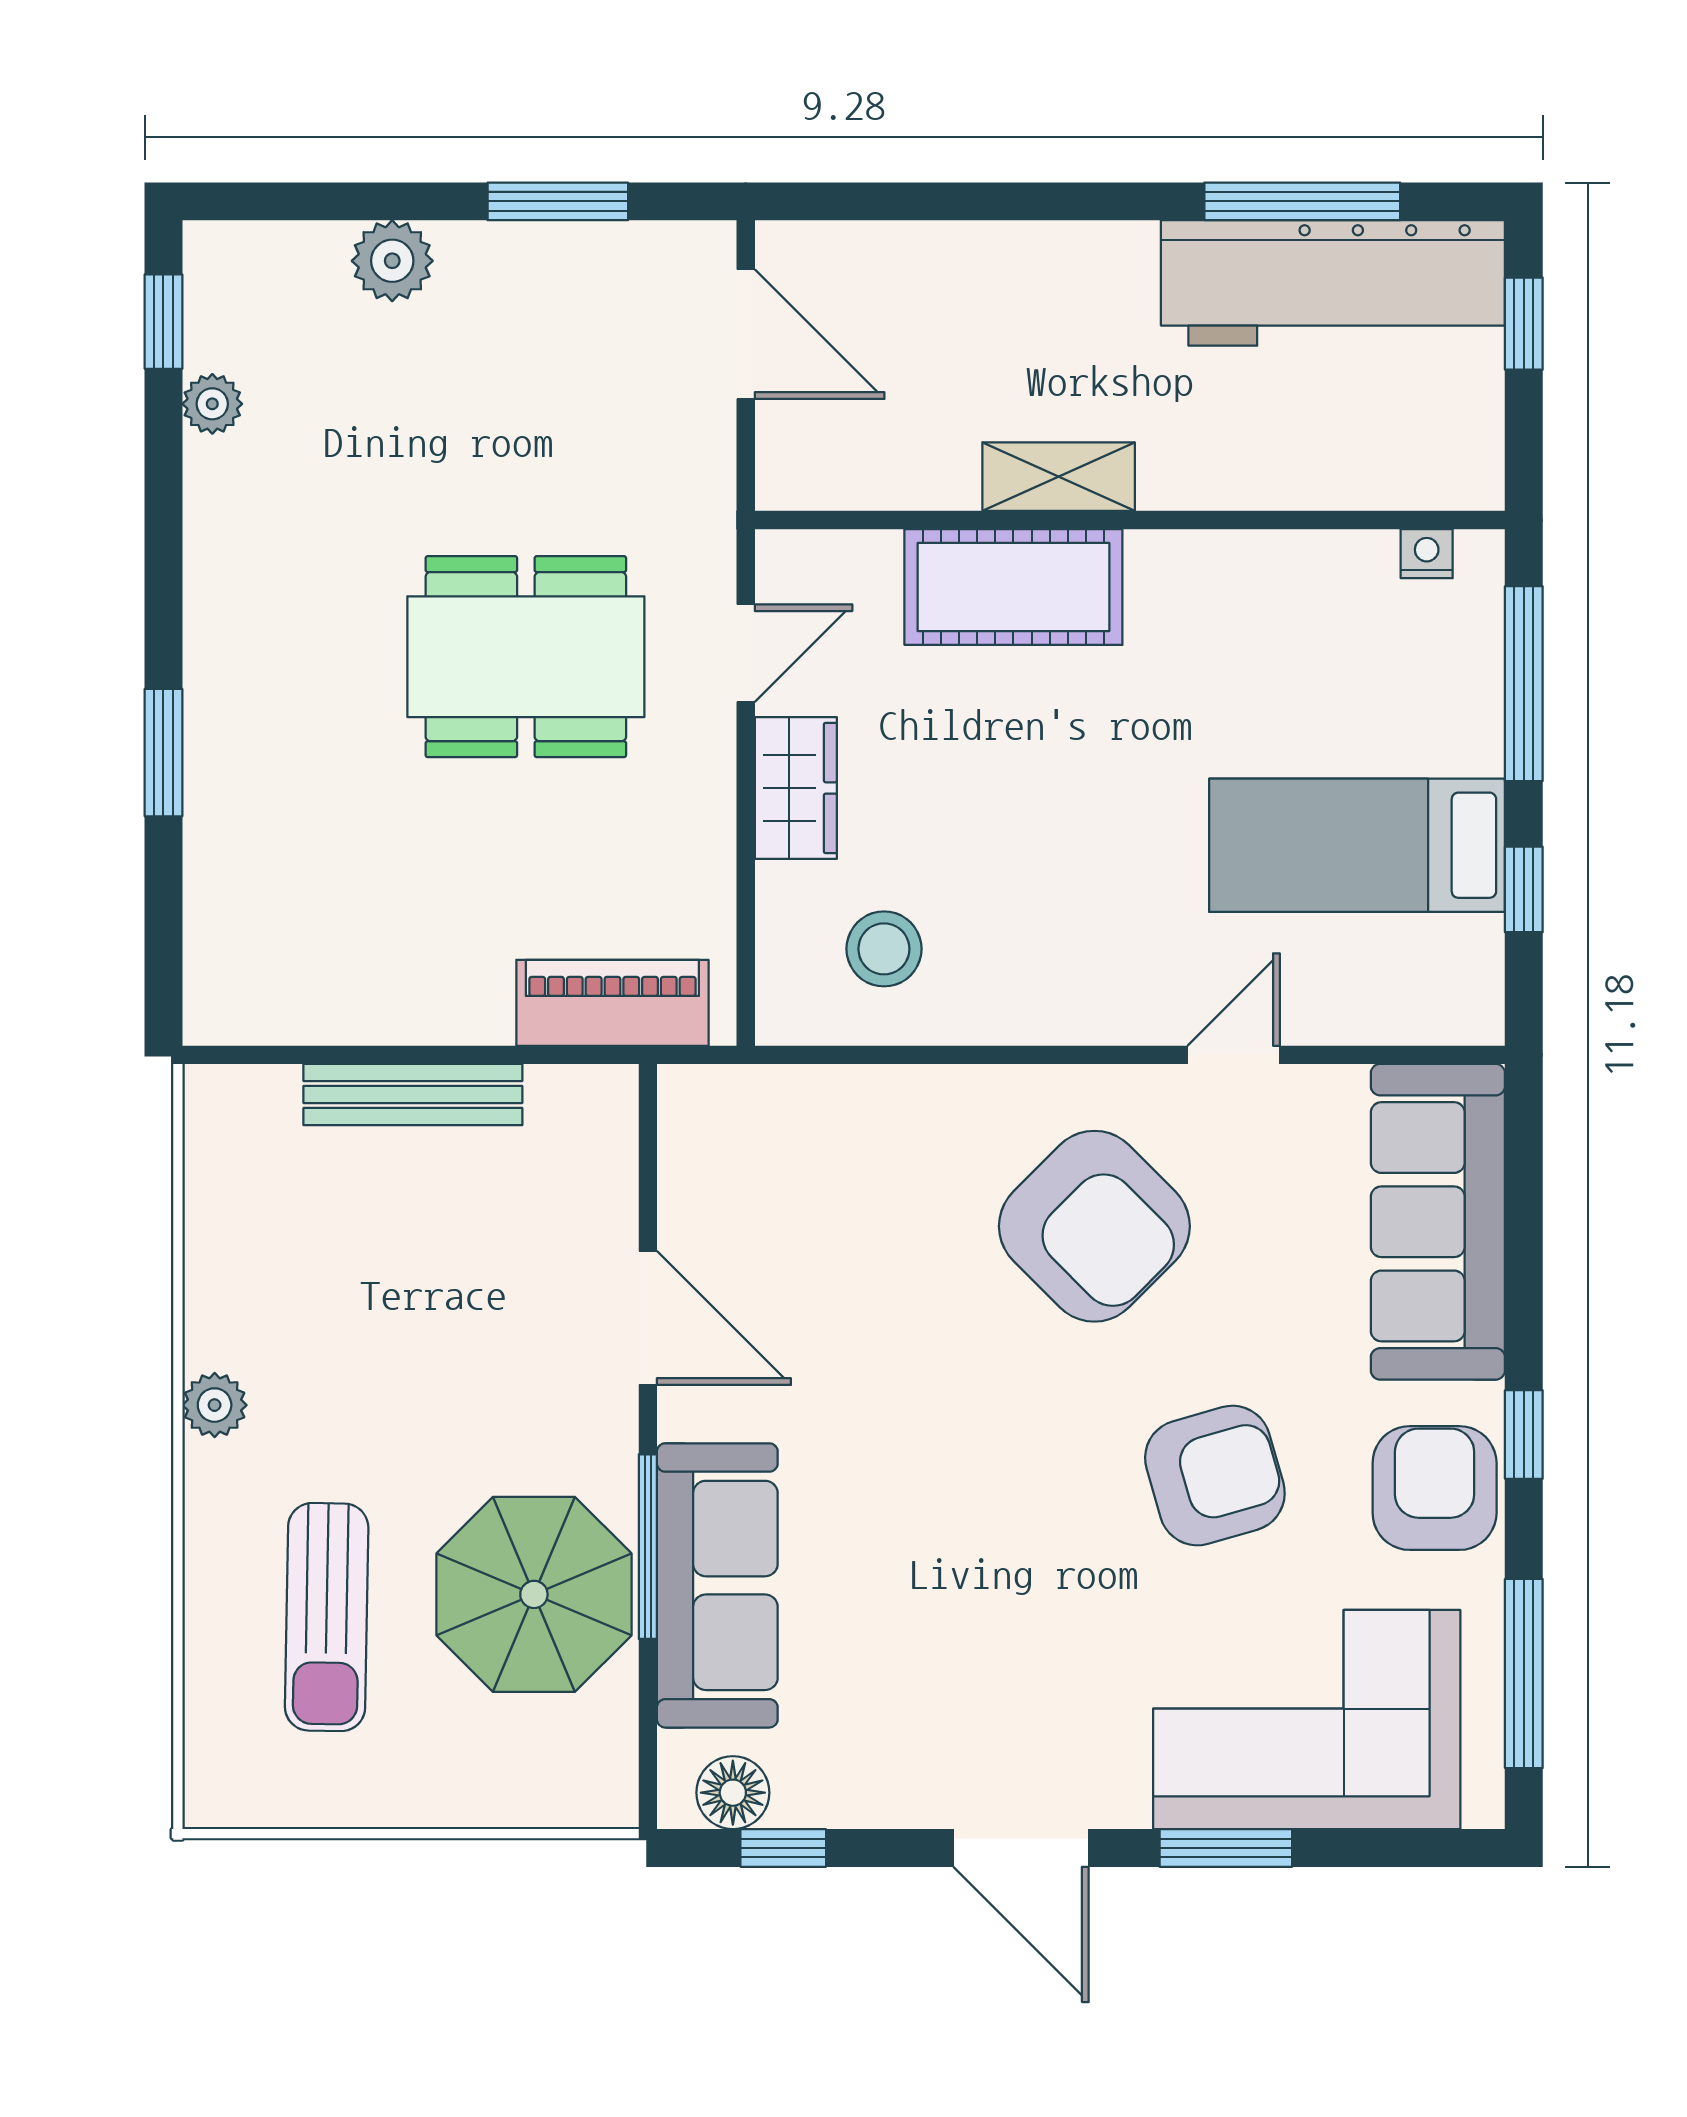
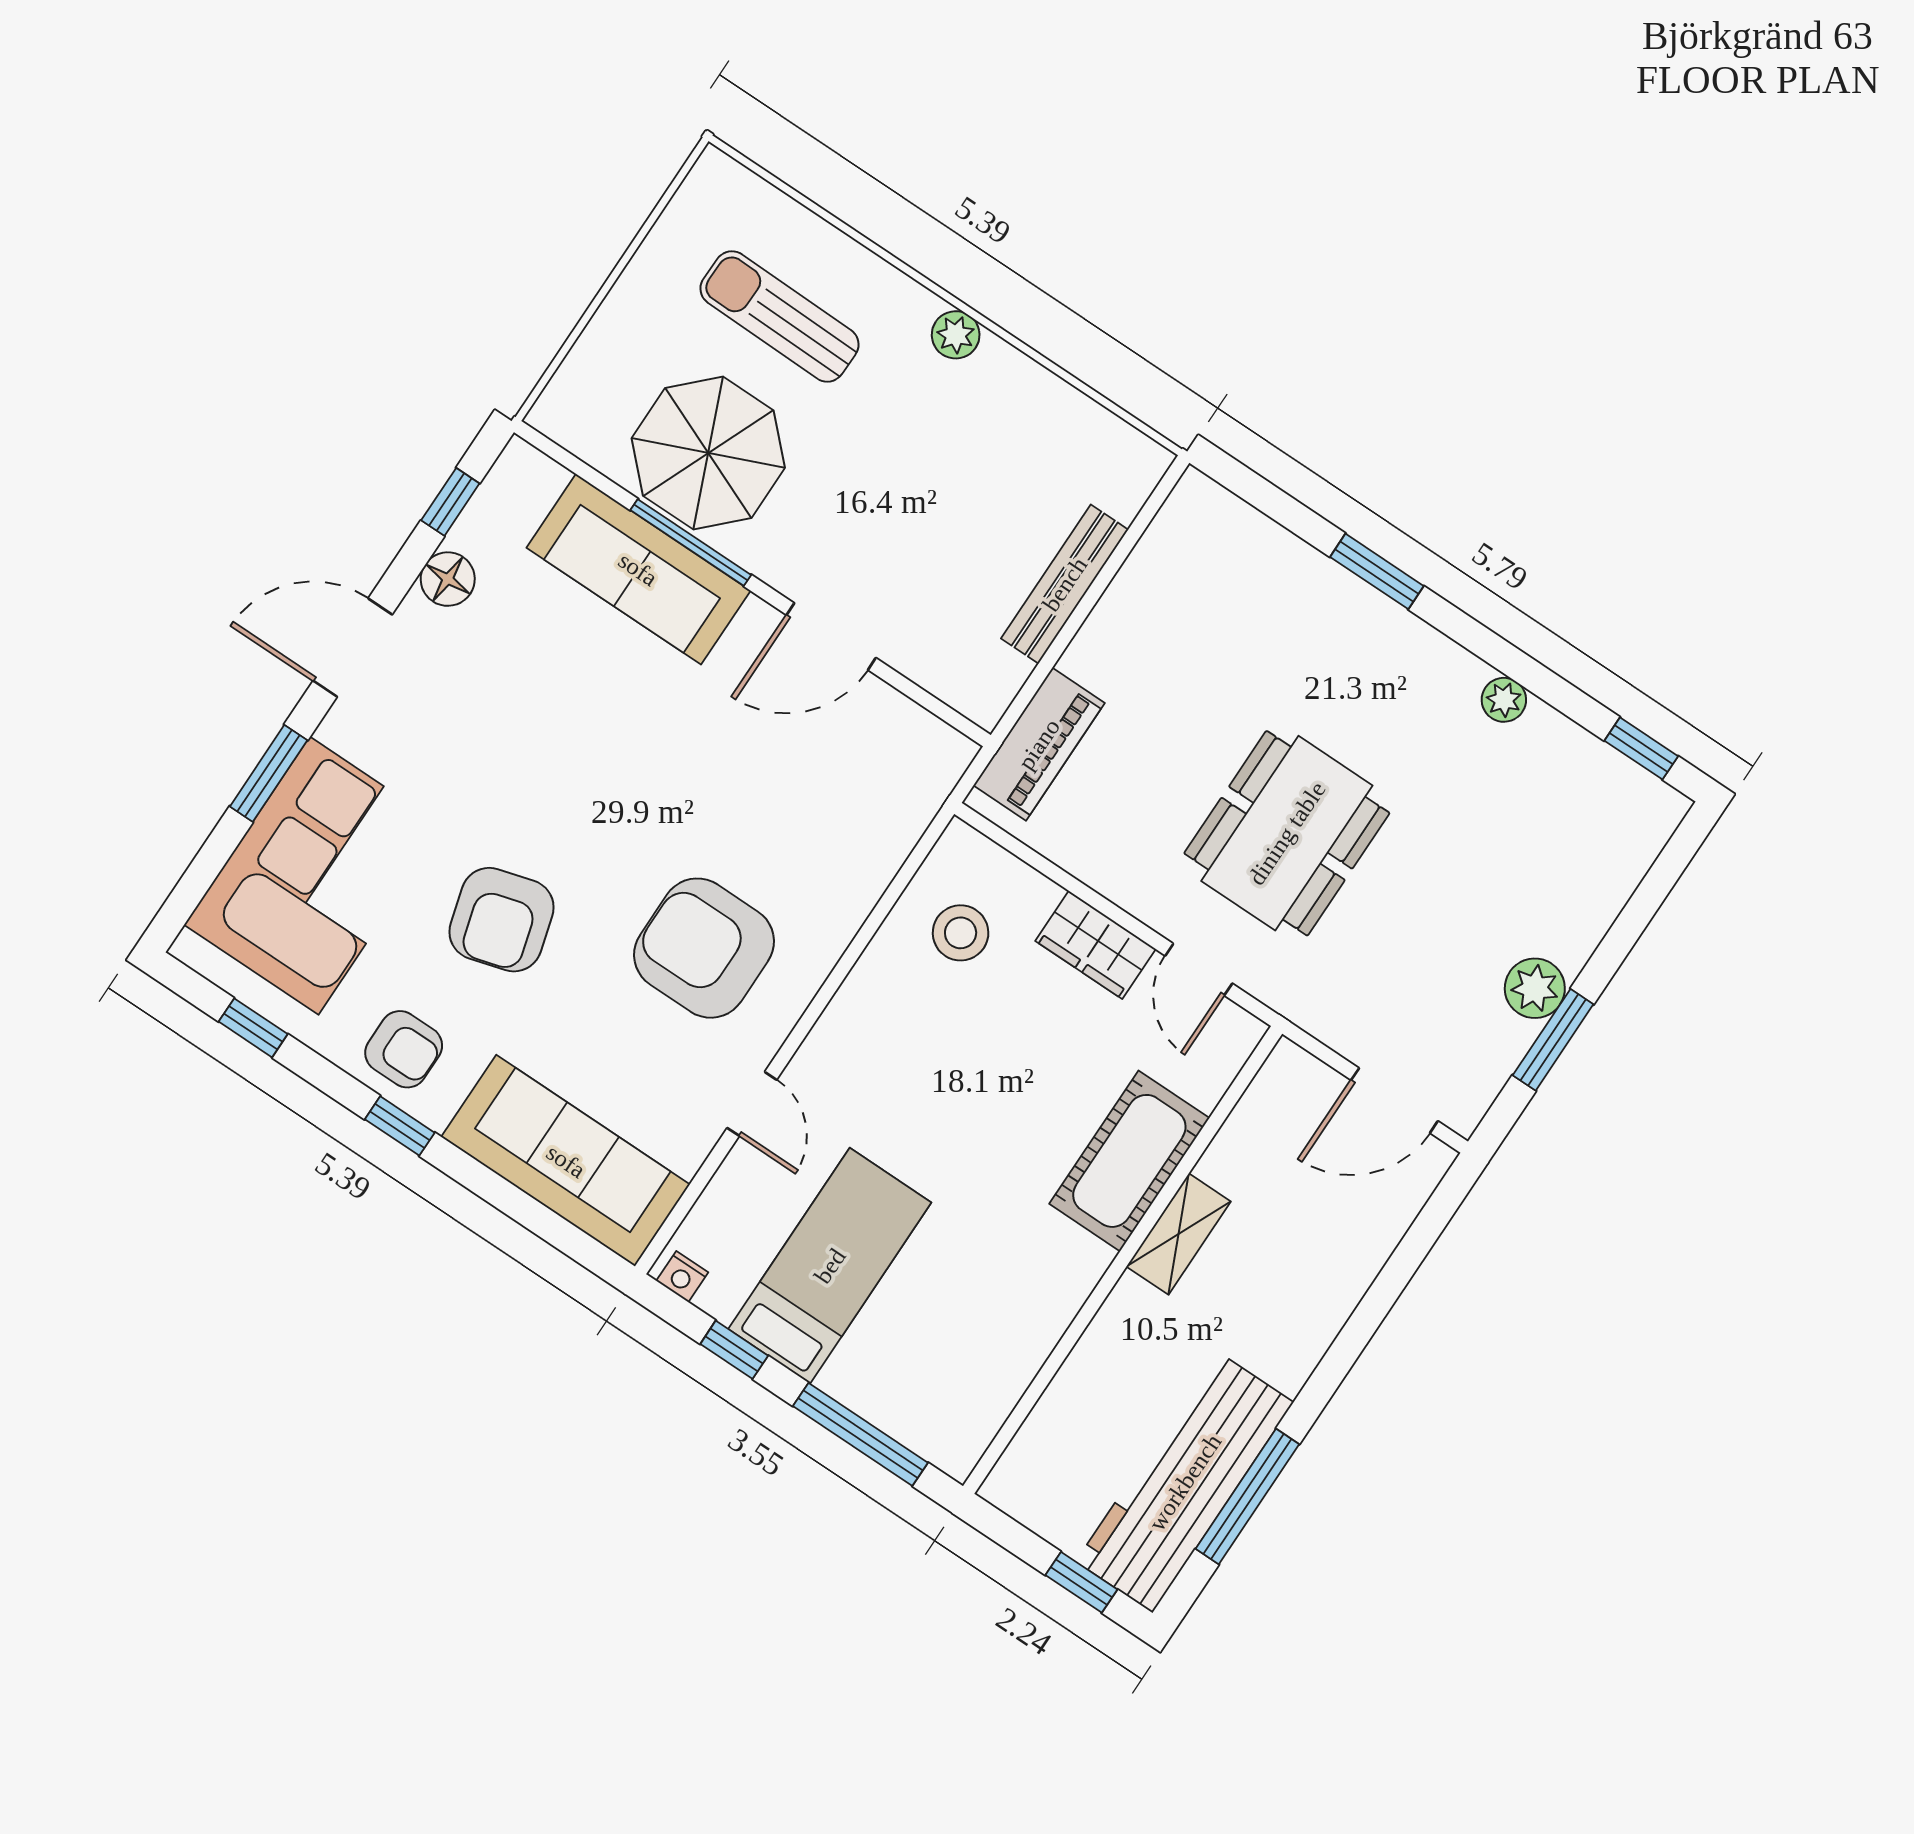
plant: (392, 261) -> (1535, 988), moved
plant: (212, 404) -> (1504, 700), moved
nightstand: (1427, 554) -> (682, 1277), moved, turned 90
armchair: (1094, 1226) -> (704, 948), turned 45
armchair: (1435, 1488) -> (404, 1049), width x0.72, depth x0.72
window: (1524, 1674) -> (253, 1028), width x0.46
floor lamp: (733, 1793) -> (448, 579), moved

